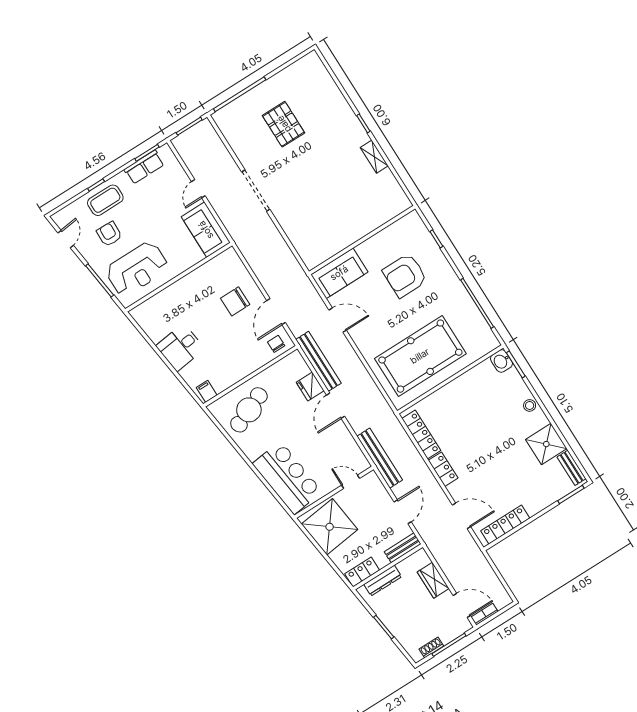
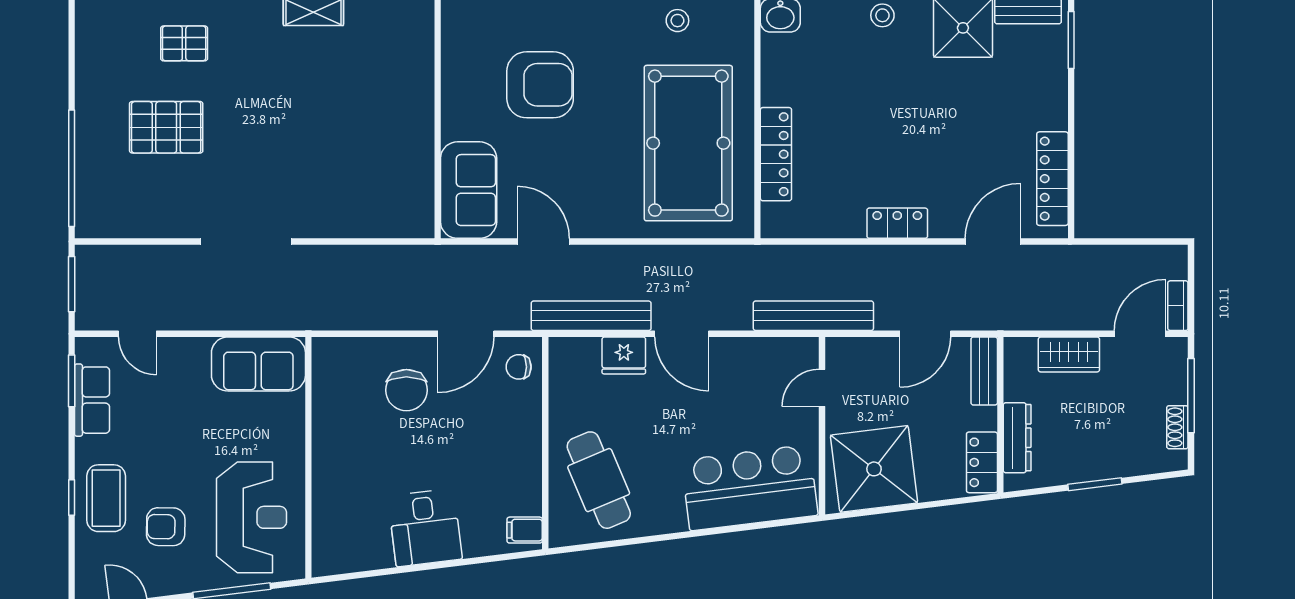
pallet: (325, 109) -> (184, 43), added
door: (198, 189) -> (137, 334), moved
armchair: (405, 275) -> (540, 85), turned -90
door: (276, 312) -> (466, 334), hinge flipped
stool: (471, 318) -> (677, 21), added
door: (338, 320) -> (543, 241), hinge flipped
locker: (421, 435) -> (776, 154), moved, turned 90
door: (403, 512) -> (925, 334), swing flipped

